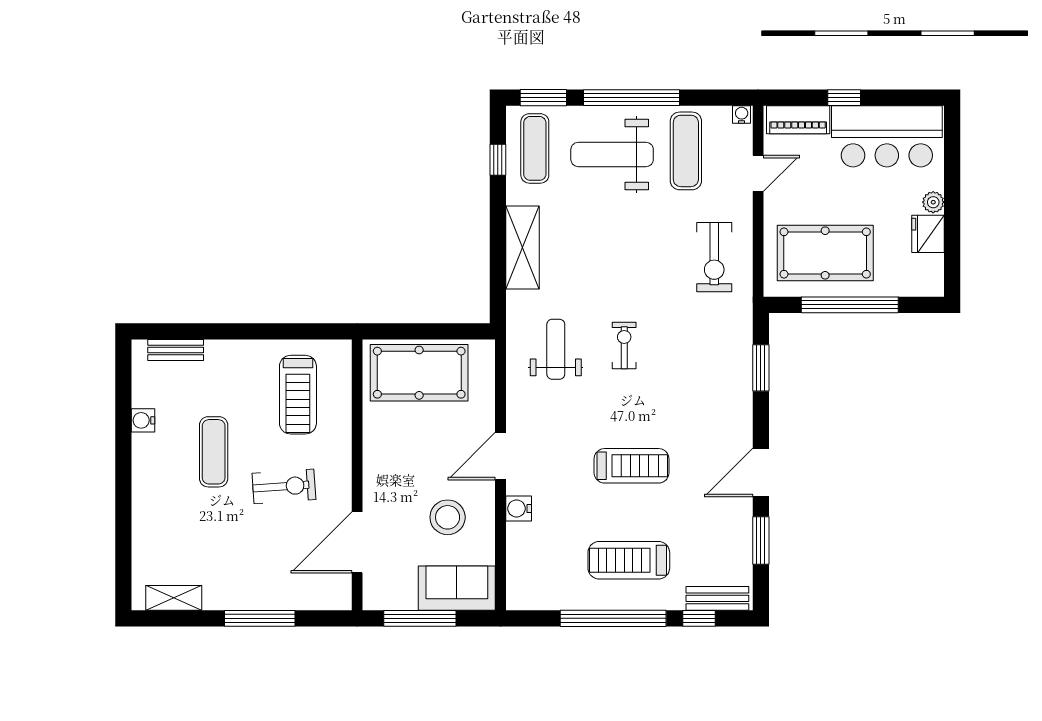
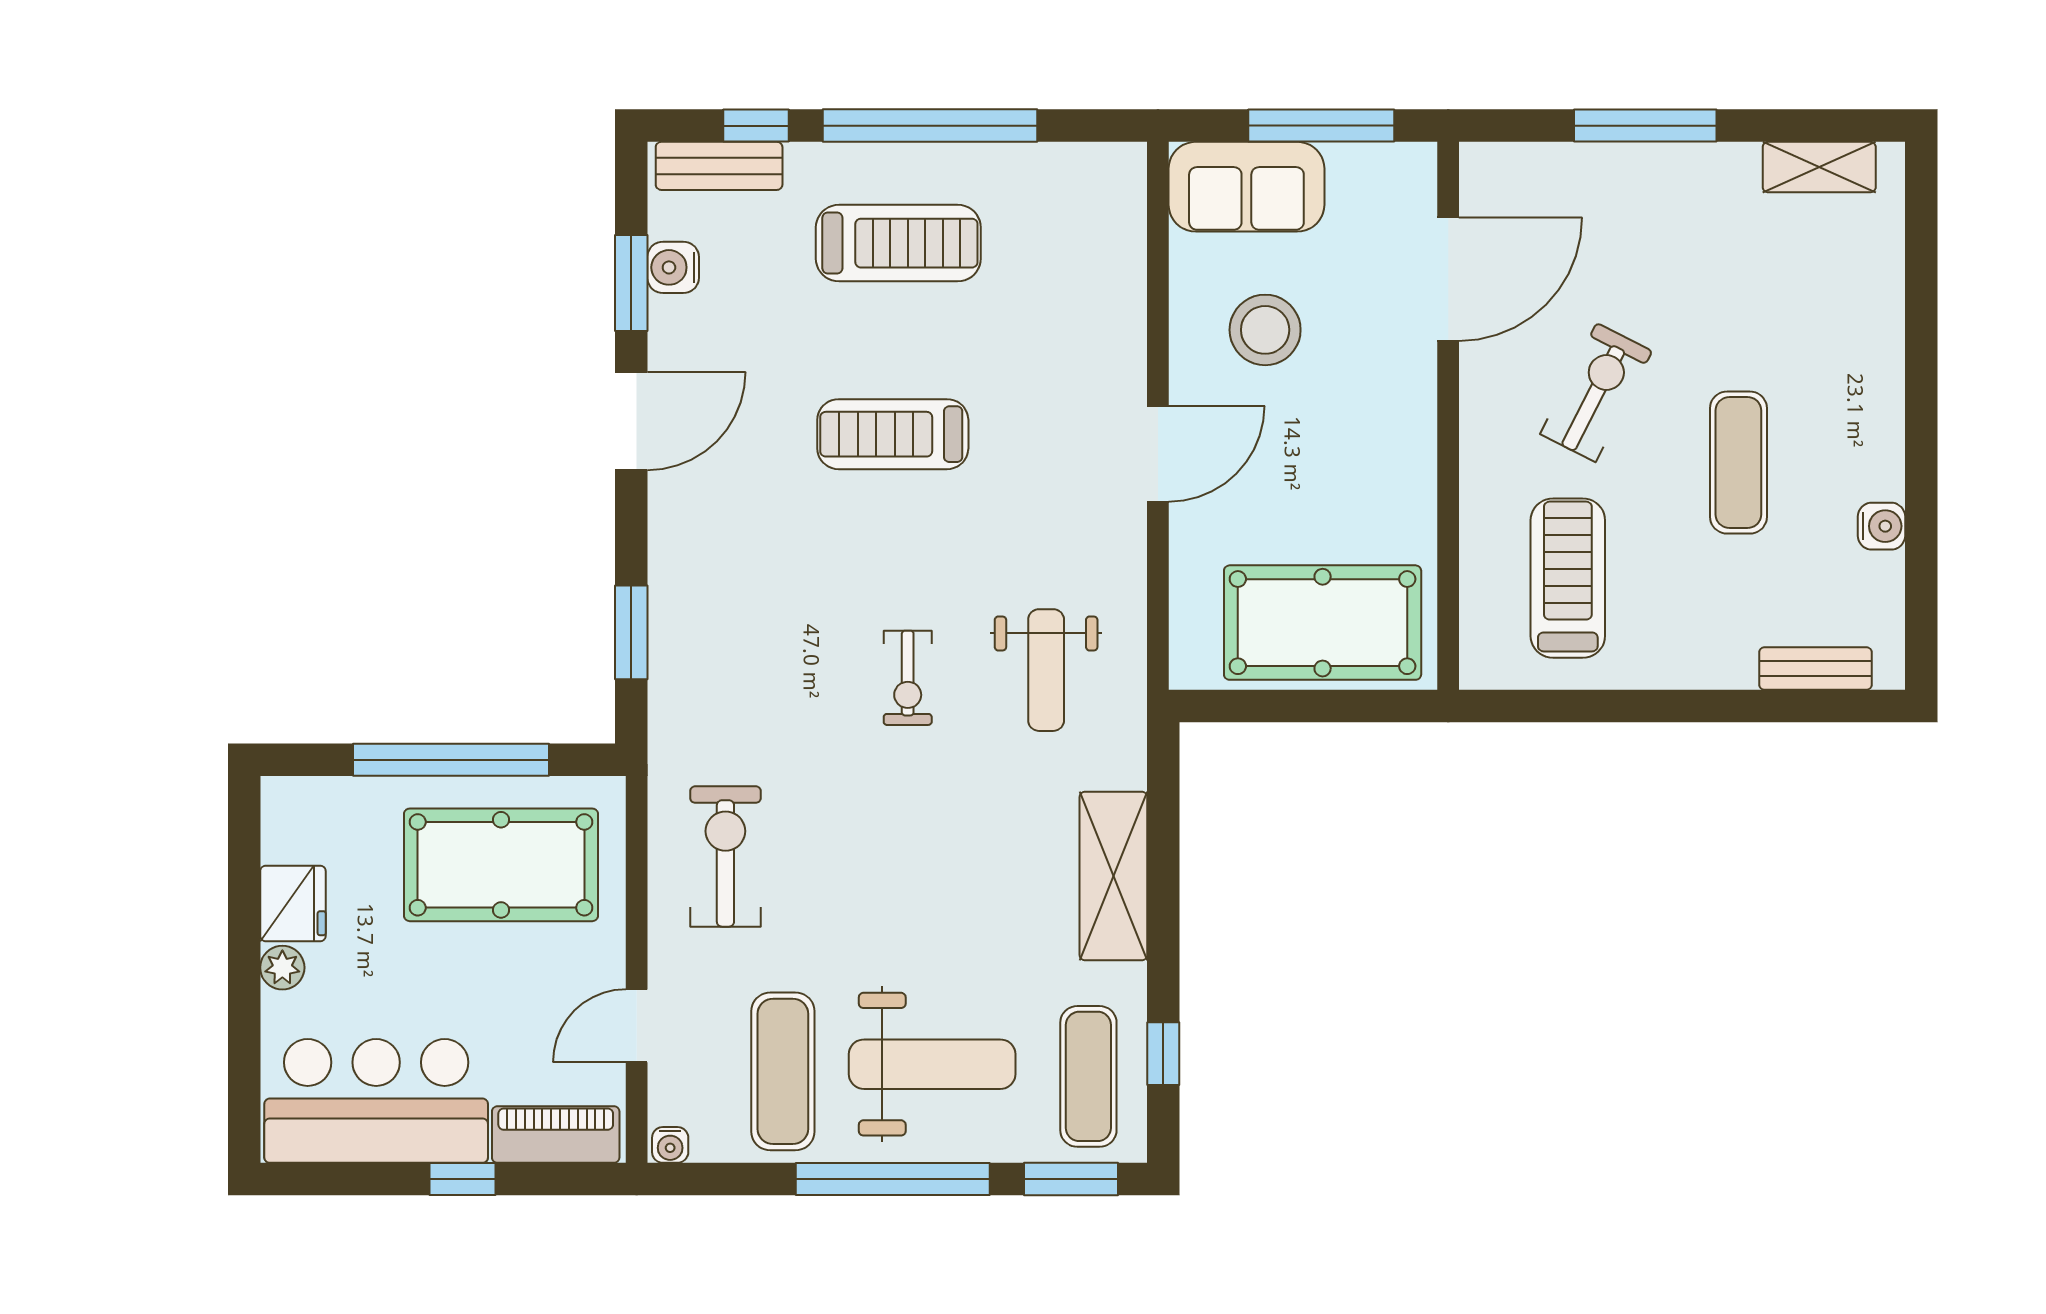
exercise bike: (284, 486) -> (1596, 393), turned 121
water cooler: (519, 508) -> (673, 267), moved, turned 180

